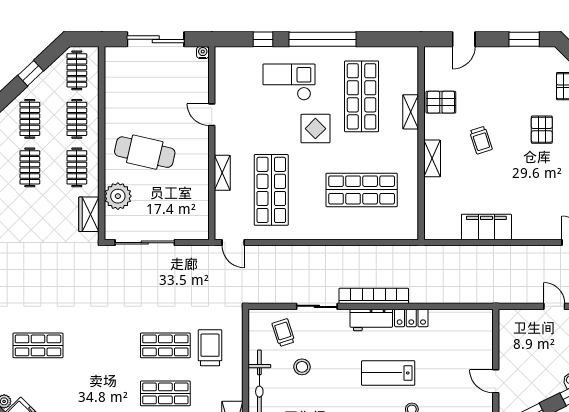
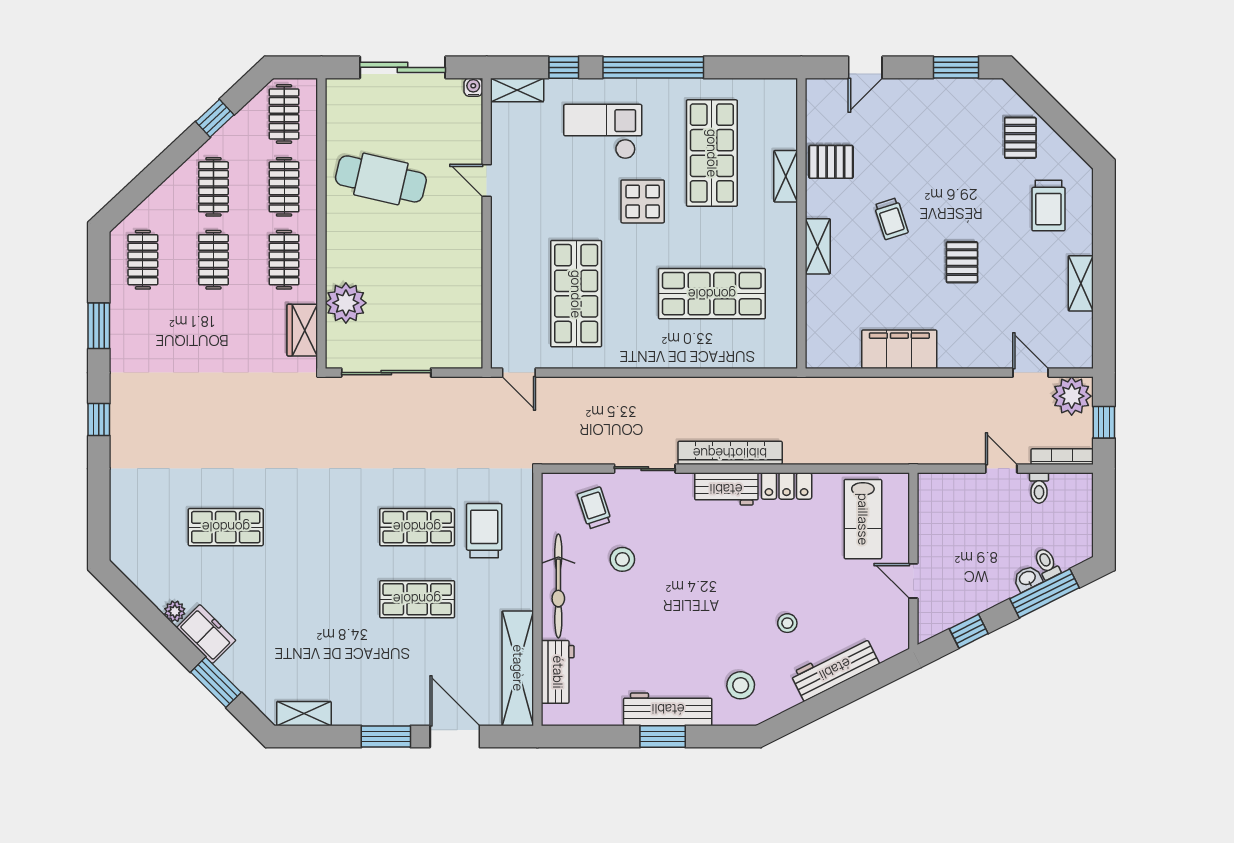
pallet: (542, 130) -> (962, 262), moved
cafe table: (145, 152) -> (381, 179), moved
shelving: (222, 173) -> (517, 90), moved, turned 90
lab bench: (388, 373) -> (863, 519), moved, turned -90

